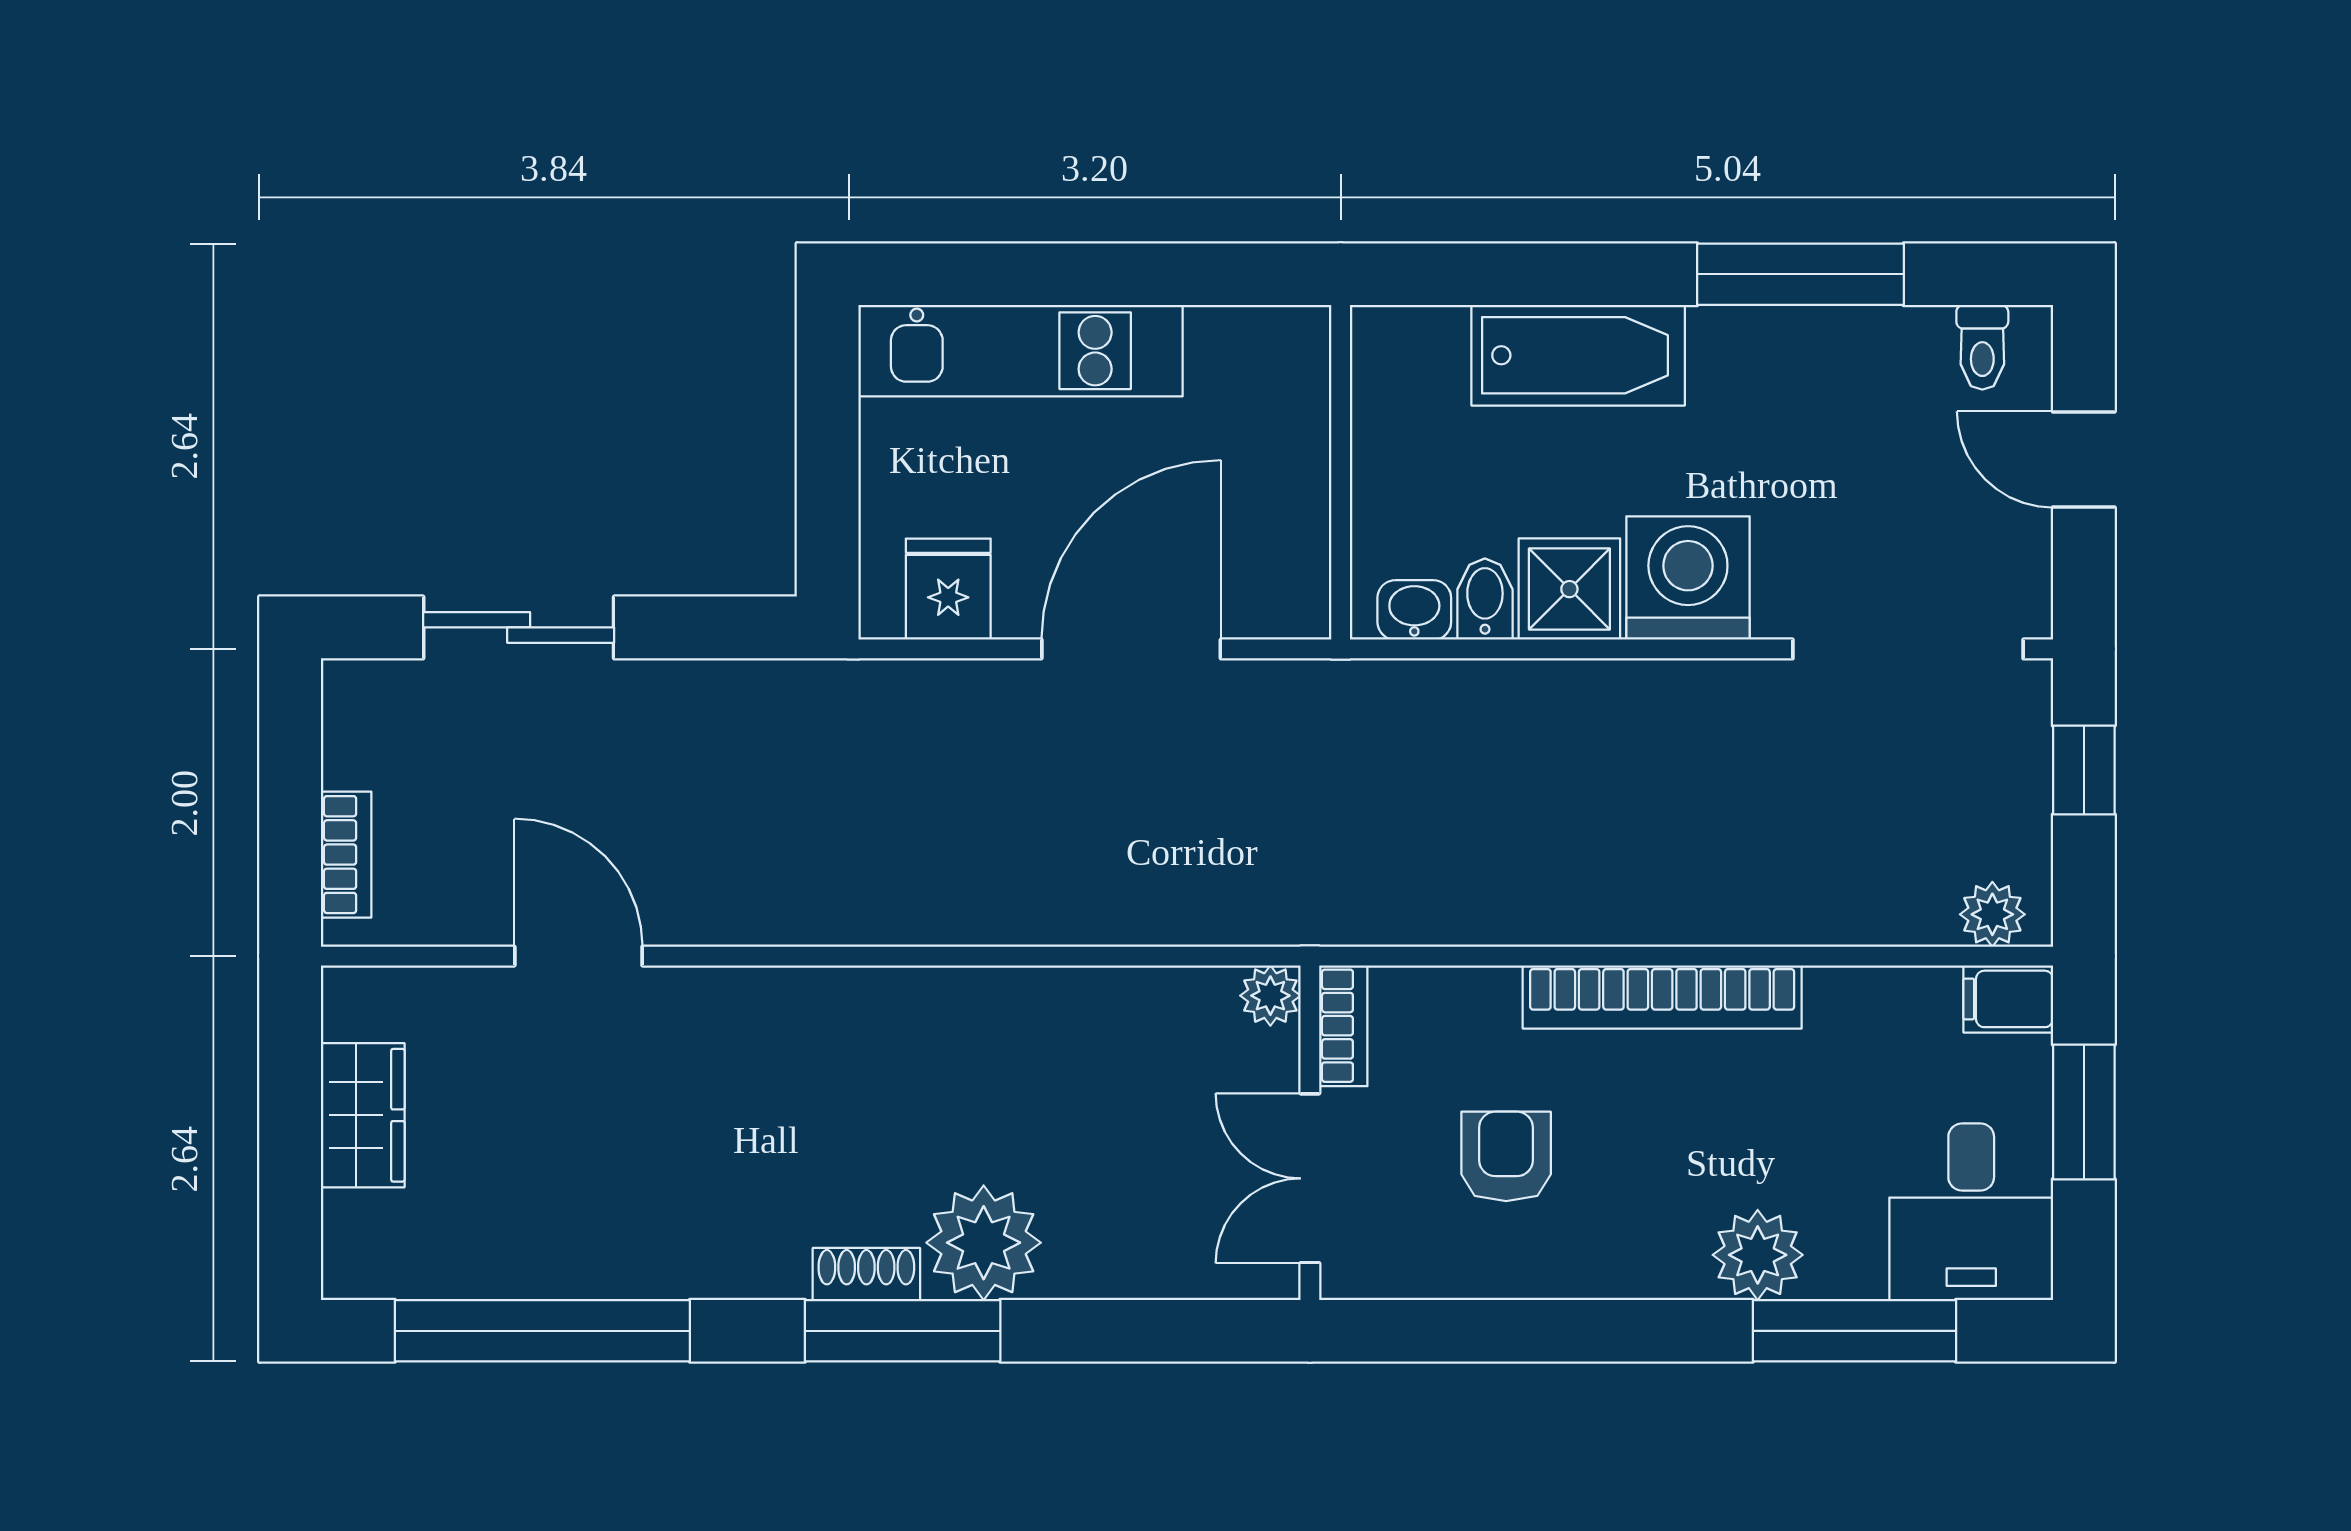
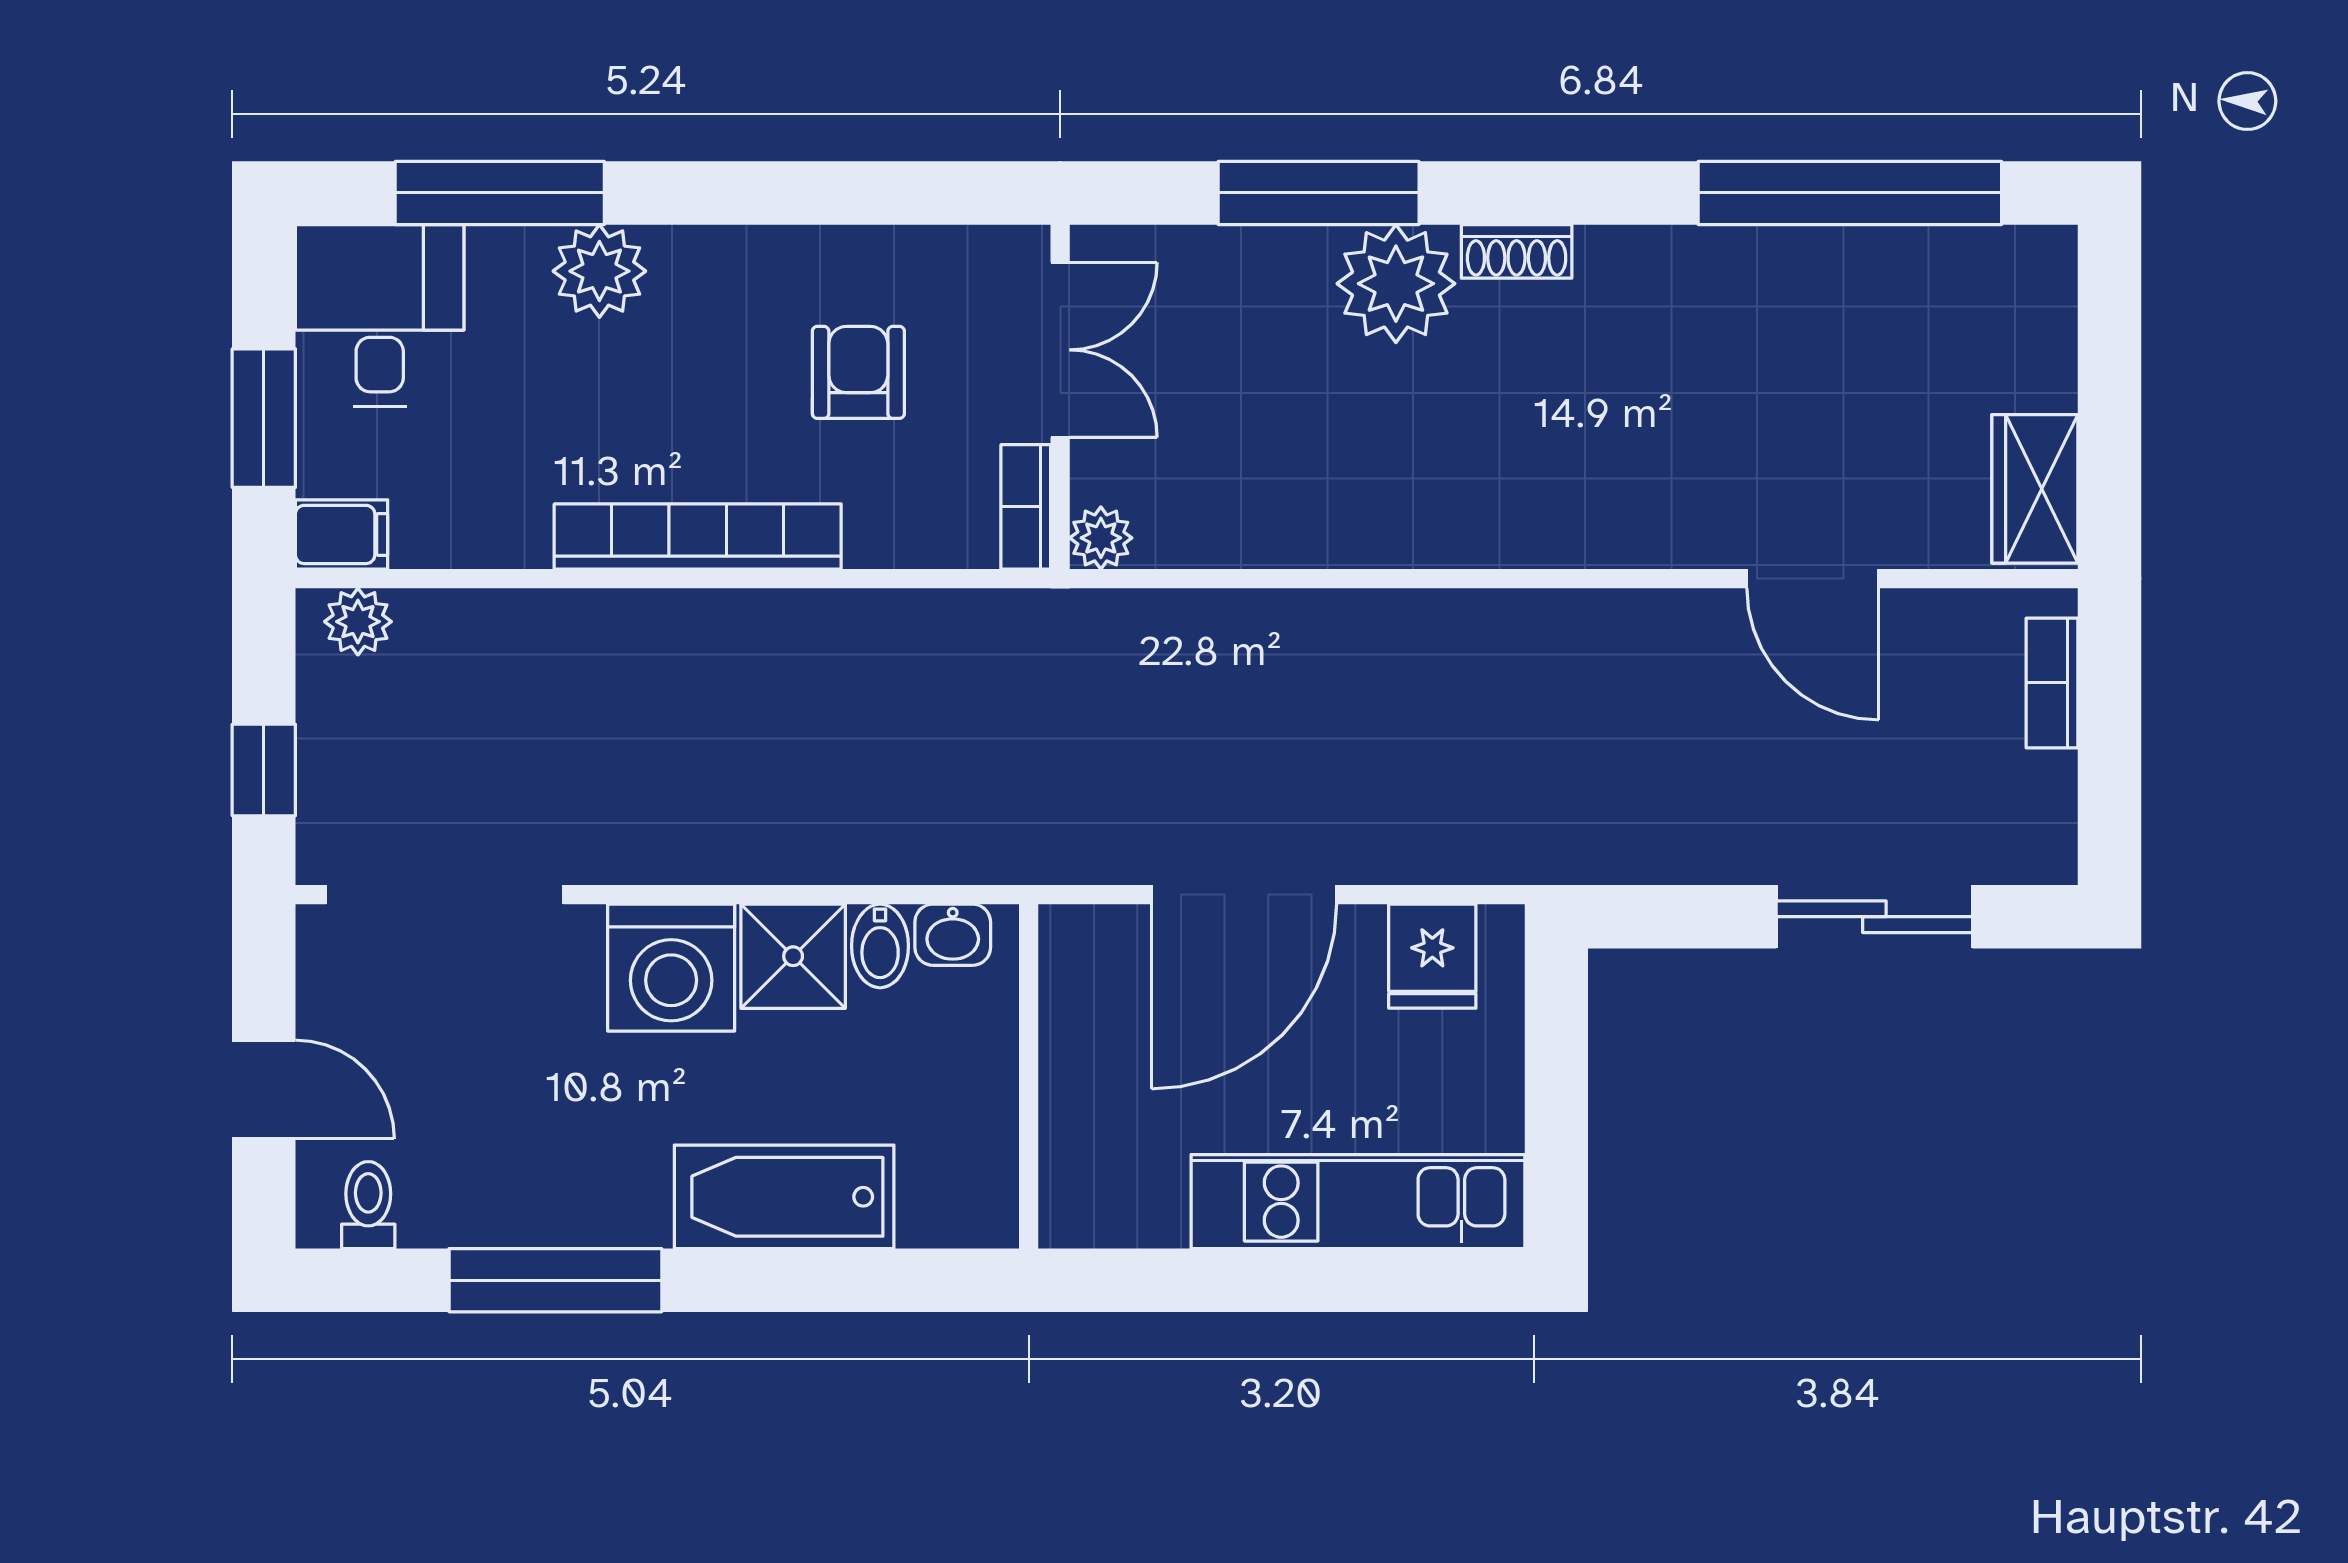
wardrobe: (363, 1115) -> (2035, 489), moved
armchair: (1506, 1156) -> (858, 372), turned 180
window: (903, 1331) -> (1319, 193), moved

